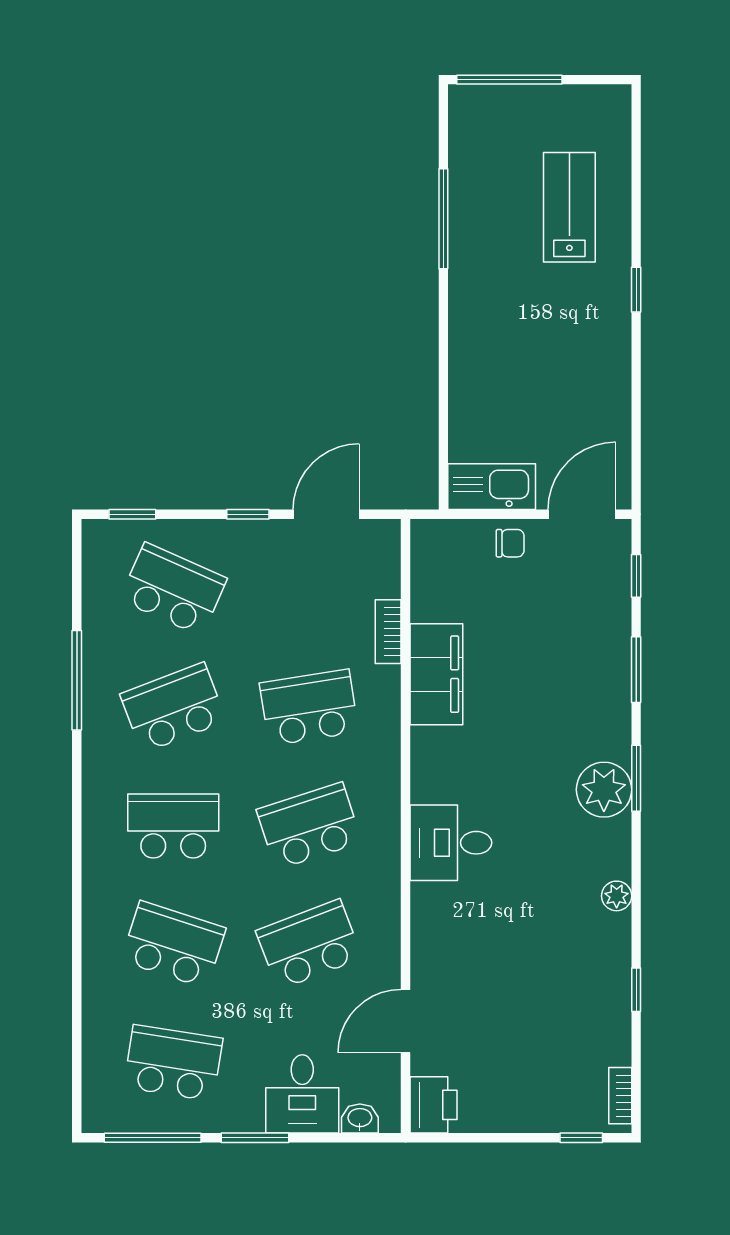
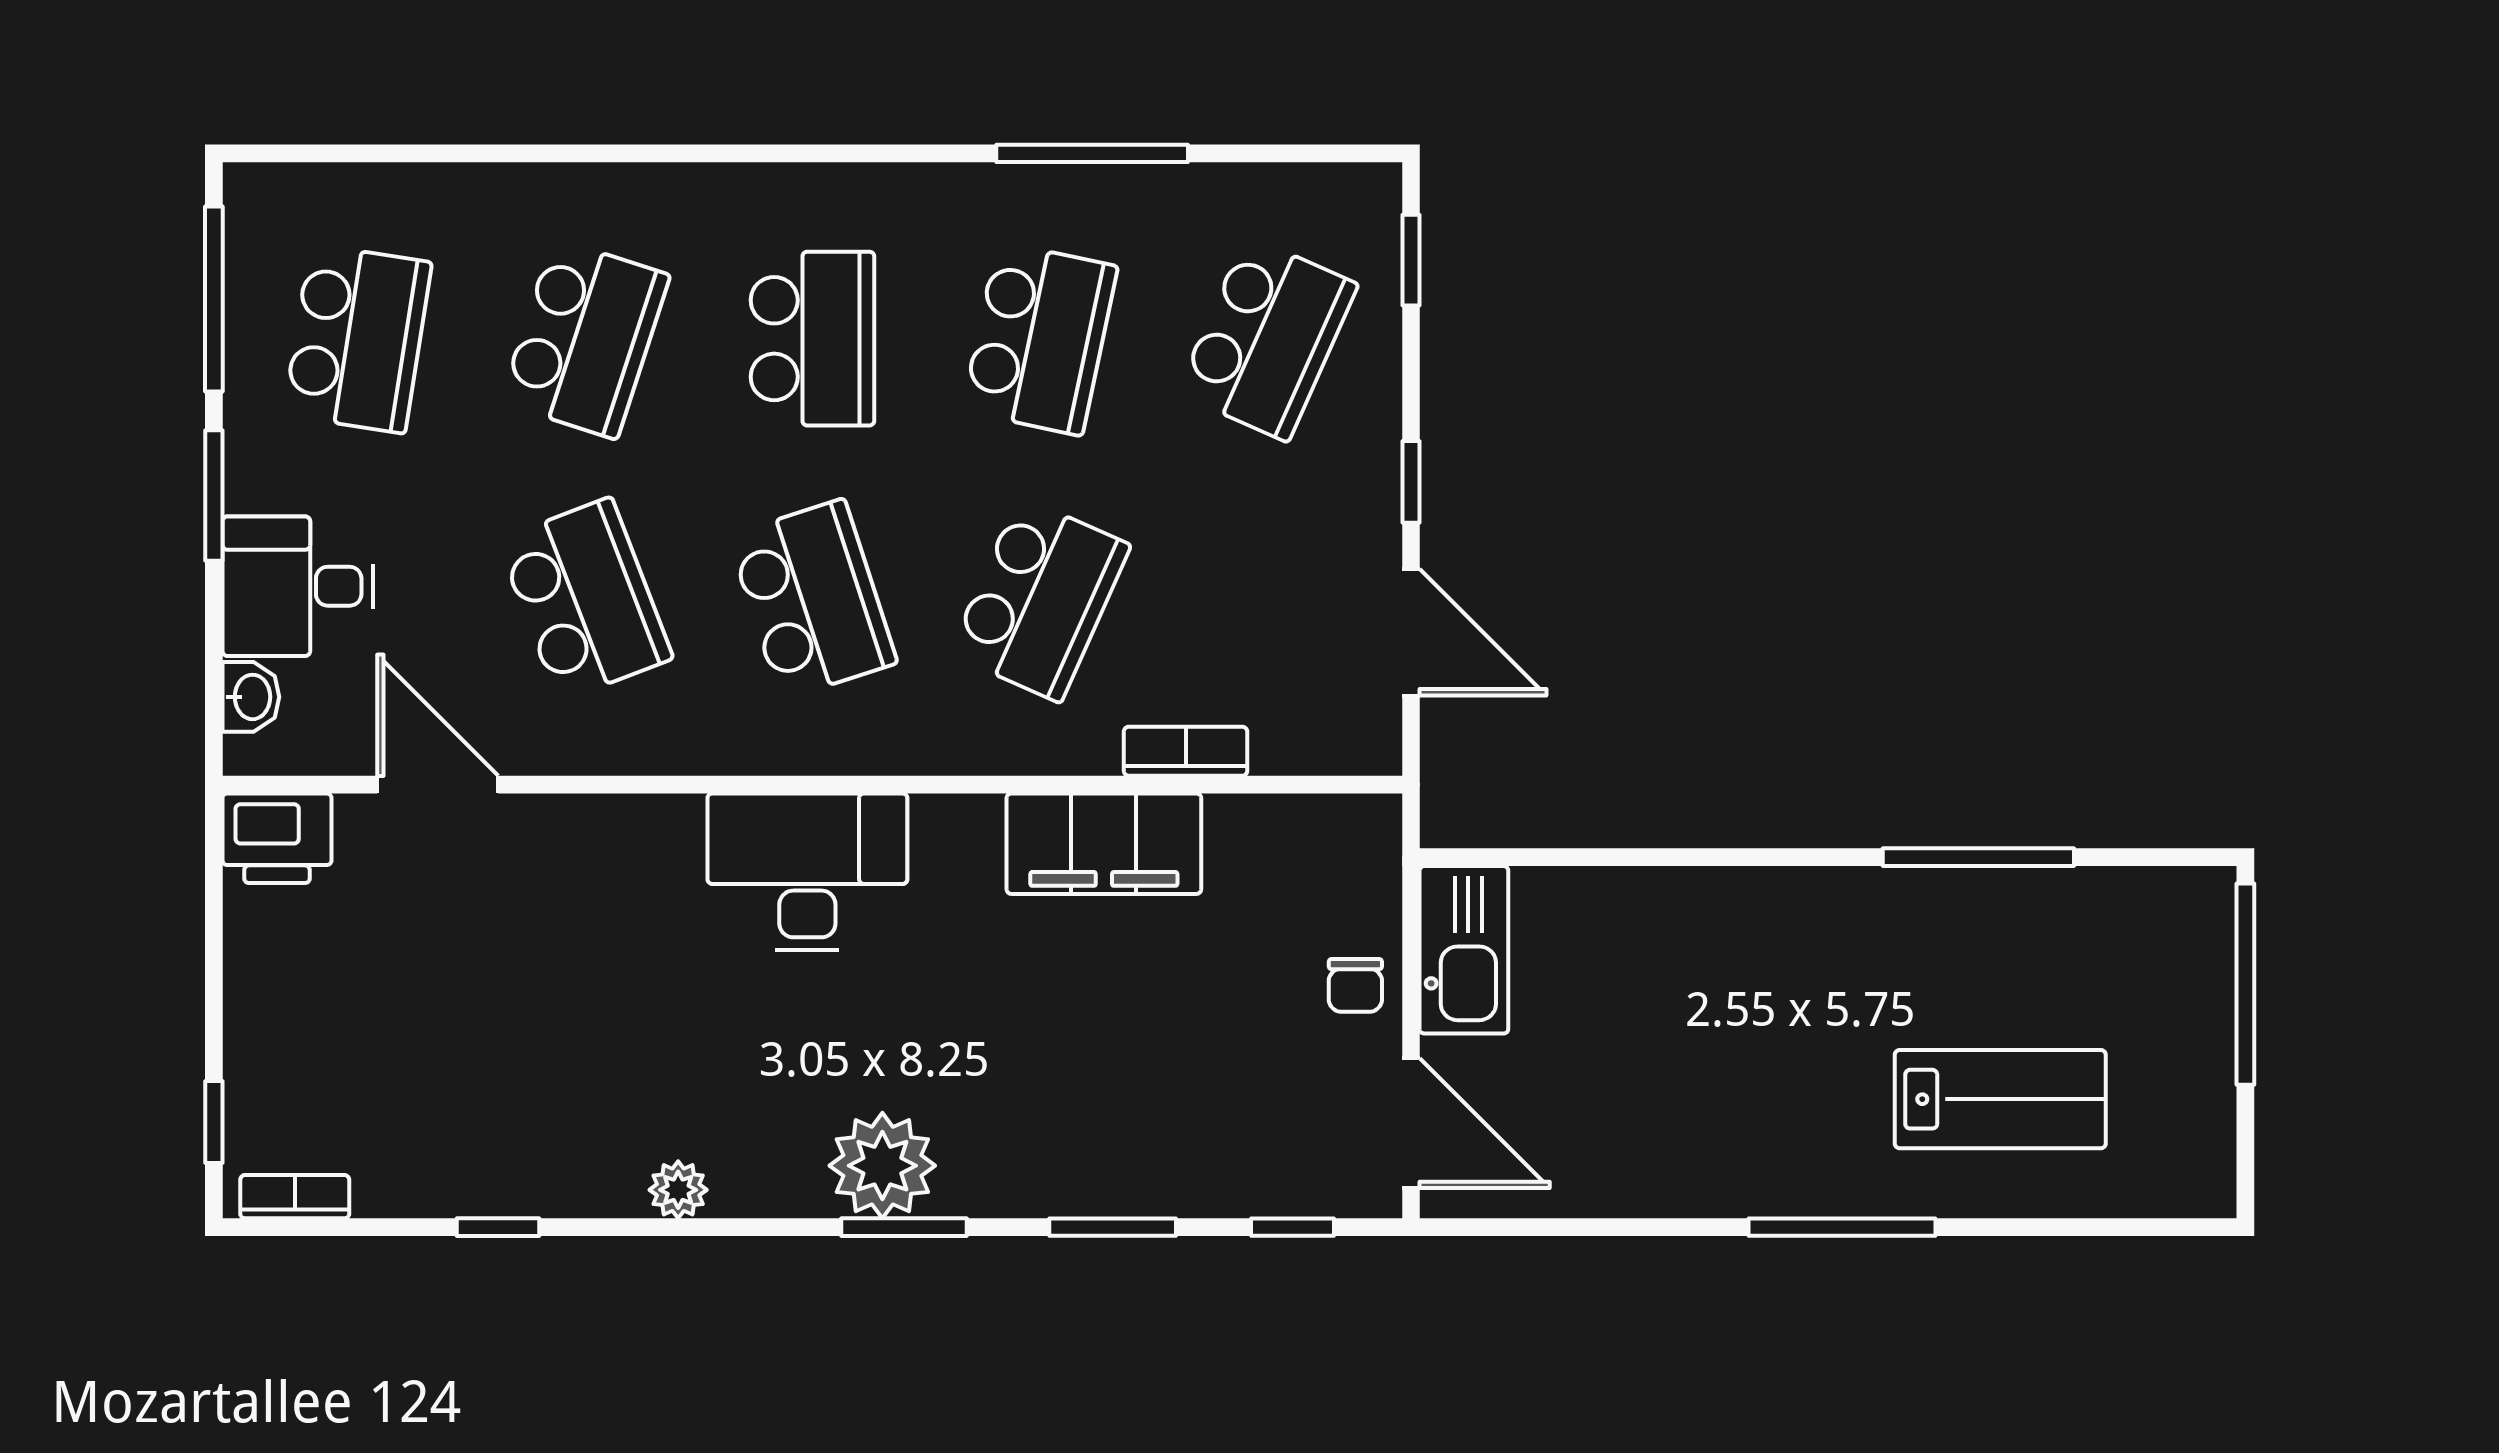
window: (636, 290) -> (1842, 1227), width x2.17
school desk: (173, 708) -> (1040, 339), turned 33
school desk: (309, 708) -> (1040, 599), turned 33
desk: (451, 843) -> (807, 872), width x1.37

